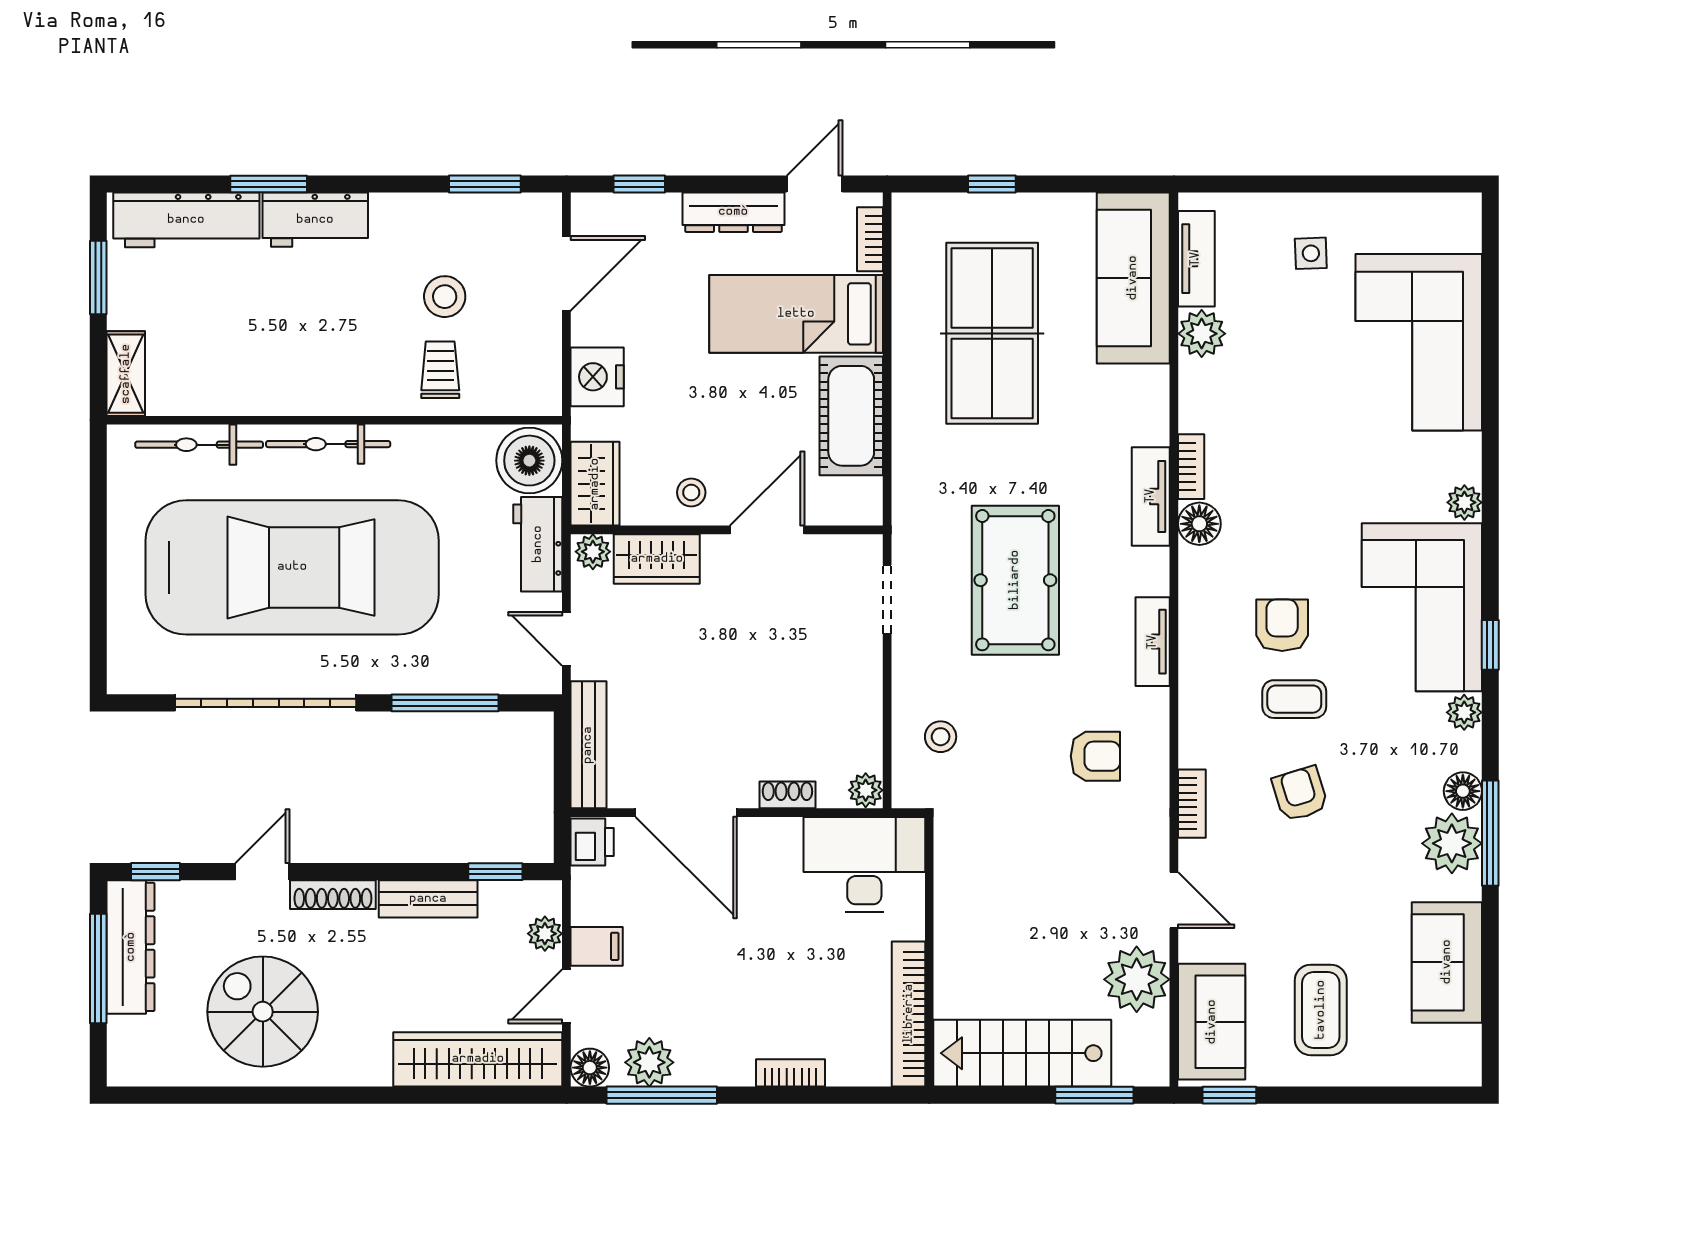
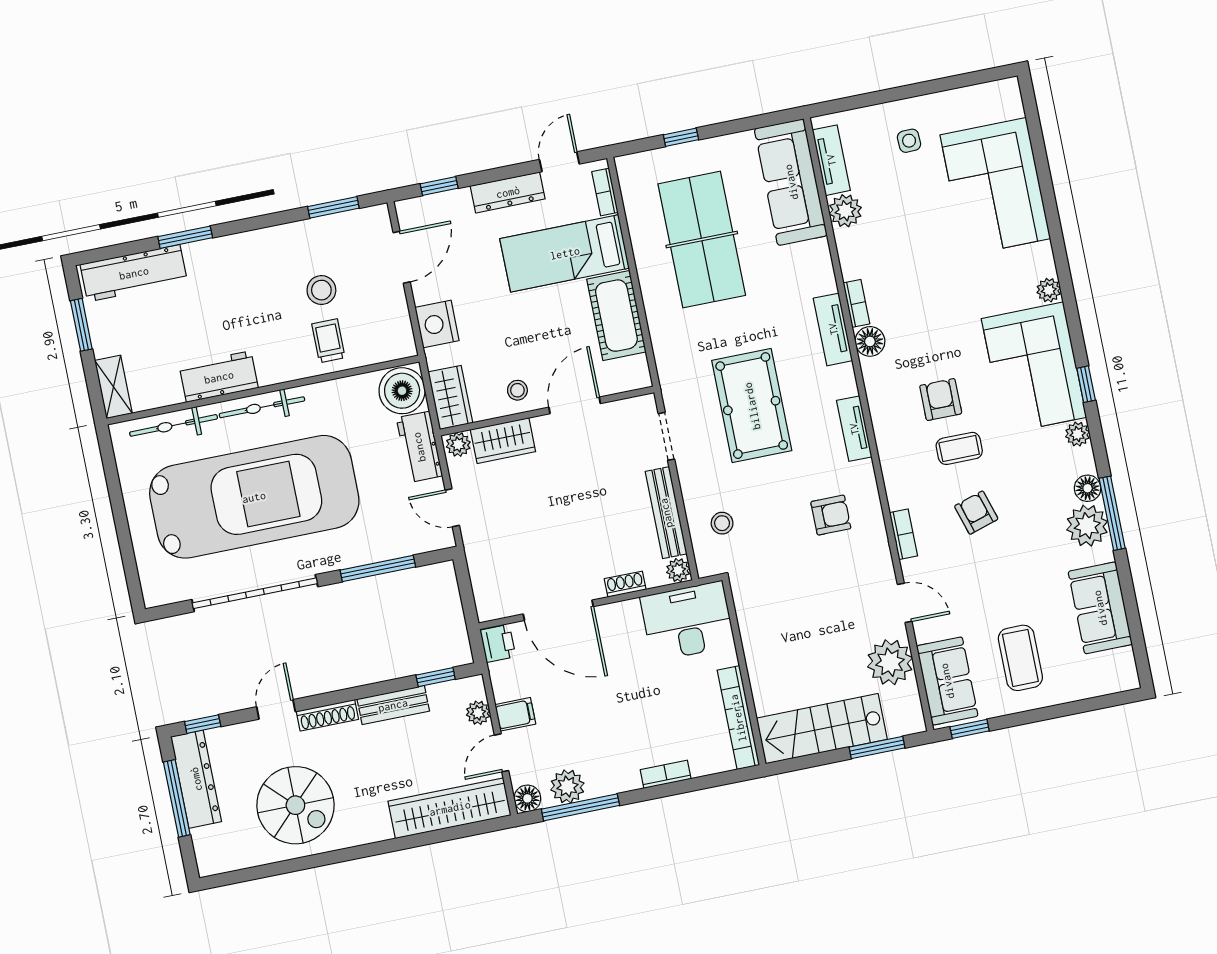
workbench: (315, 220) -> (219, 377), moved, turned 180
bench: (588, 745) -> (666, 513), moved
spiral stairs: (263, 1012) -> (295, 805), turned 180

